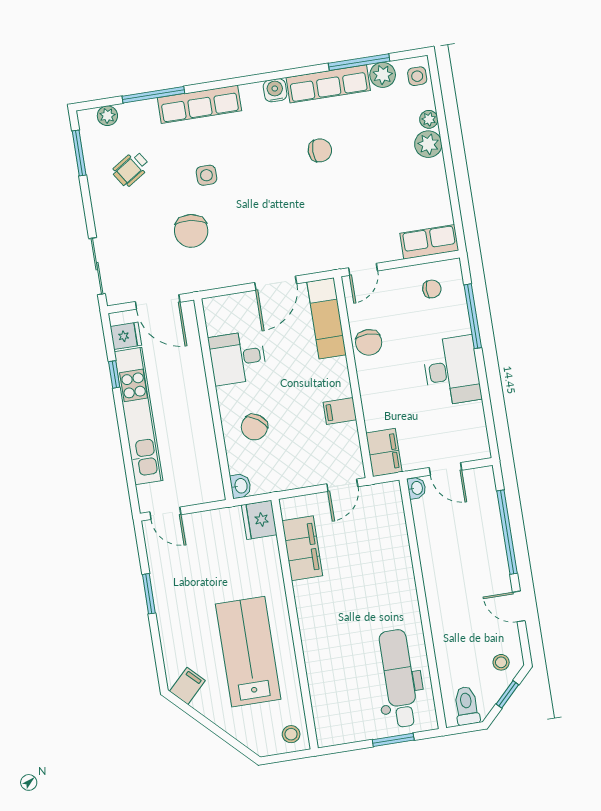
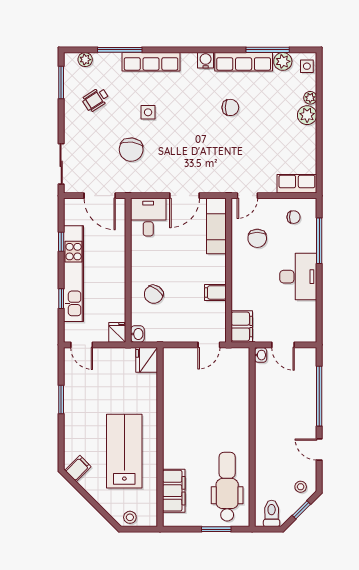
fridge: (126, 336) -> (117, 332), moved, turned -90
chair: (369, 342) -> (257, 238), moved
desk: (238, 358) -> (148, 217), moved, turned 90
window: (127, 454) -> (61, 299), added
filing cabinet: (302, 548) -> (174, 491), moved
stool: (291, 734) -> (130, 517), moved

